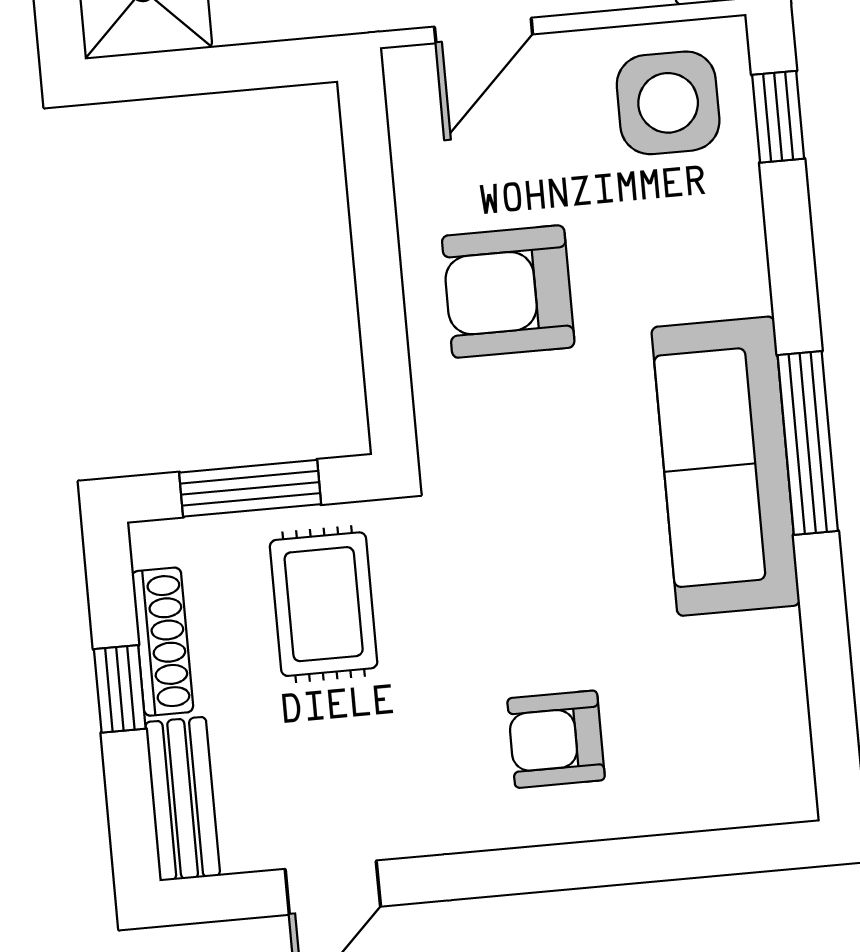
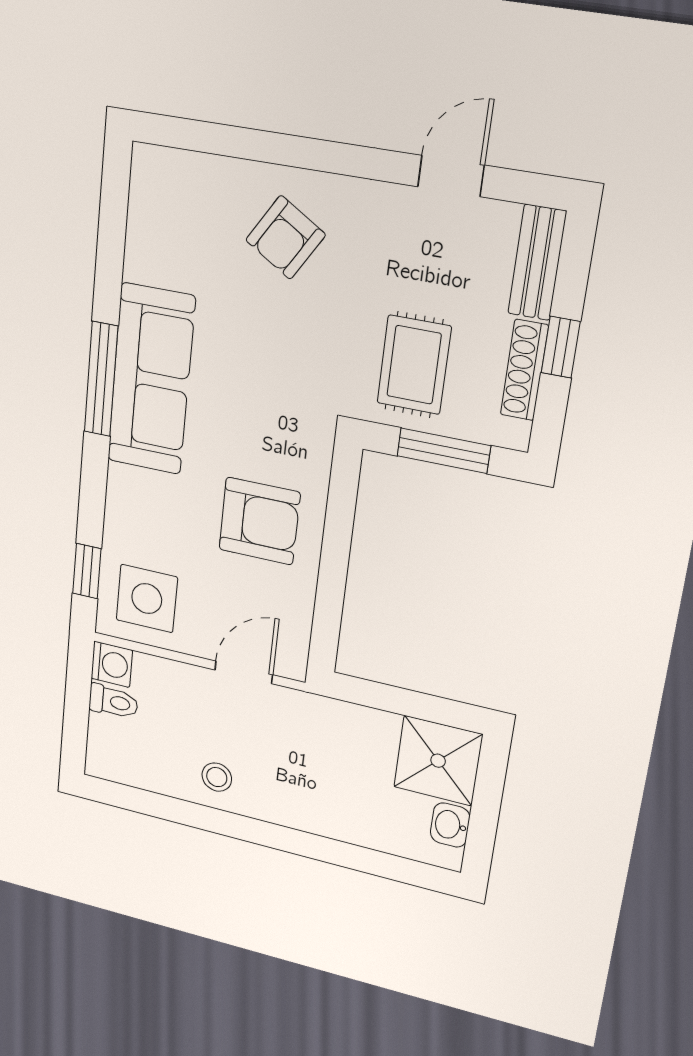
armchair: (556, 739) -> (285, 237), turned 122

